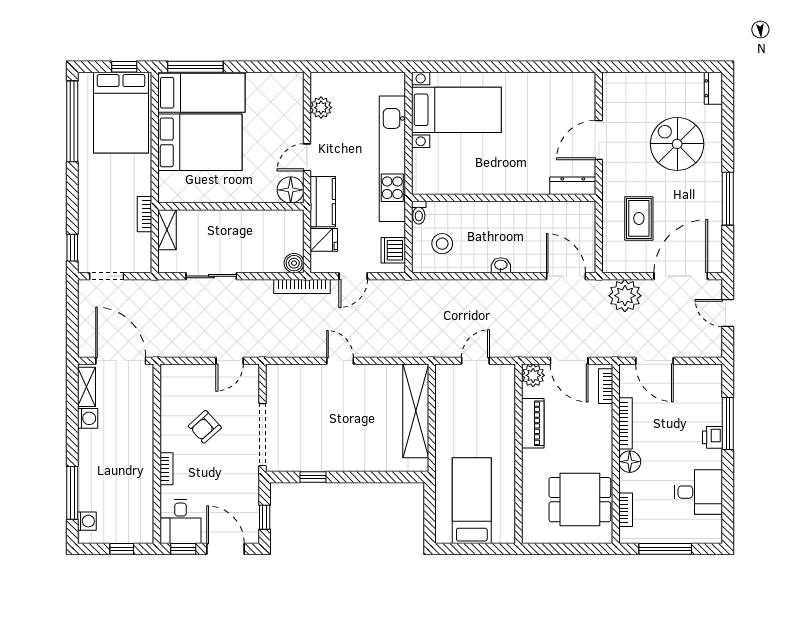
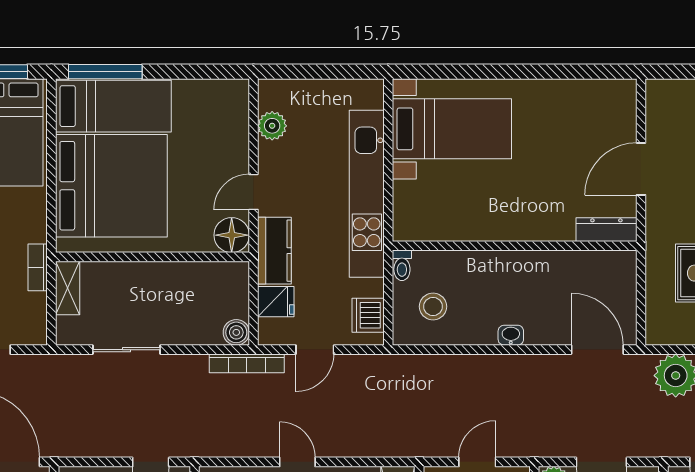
bed: (200, 142) -> (111, 186), width x1.36

